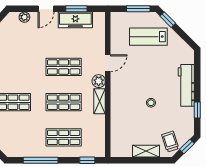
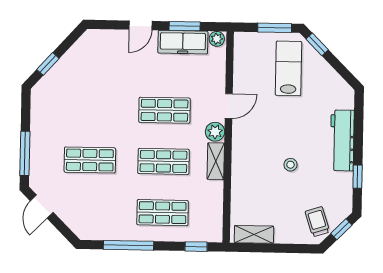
plant: (24, 17) -> (217, 39), moved
lab bench: (148, 37) -> (288, 68), turned 90
shelving: (146, 151) -> (254, 234), moved

